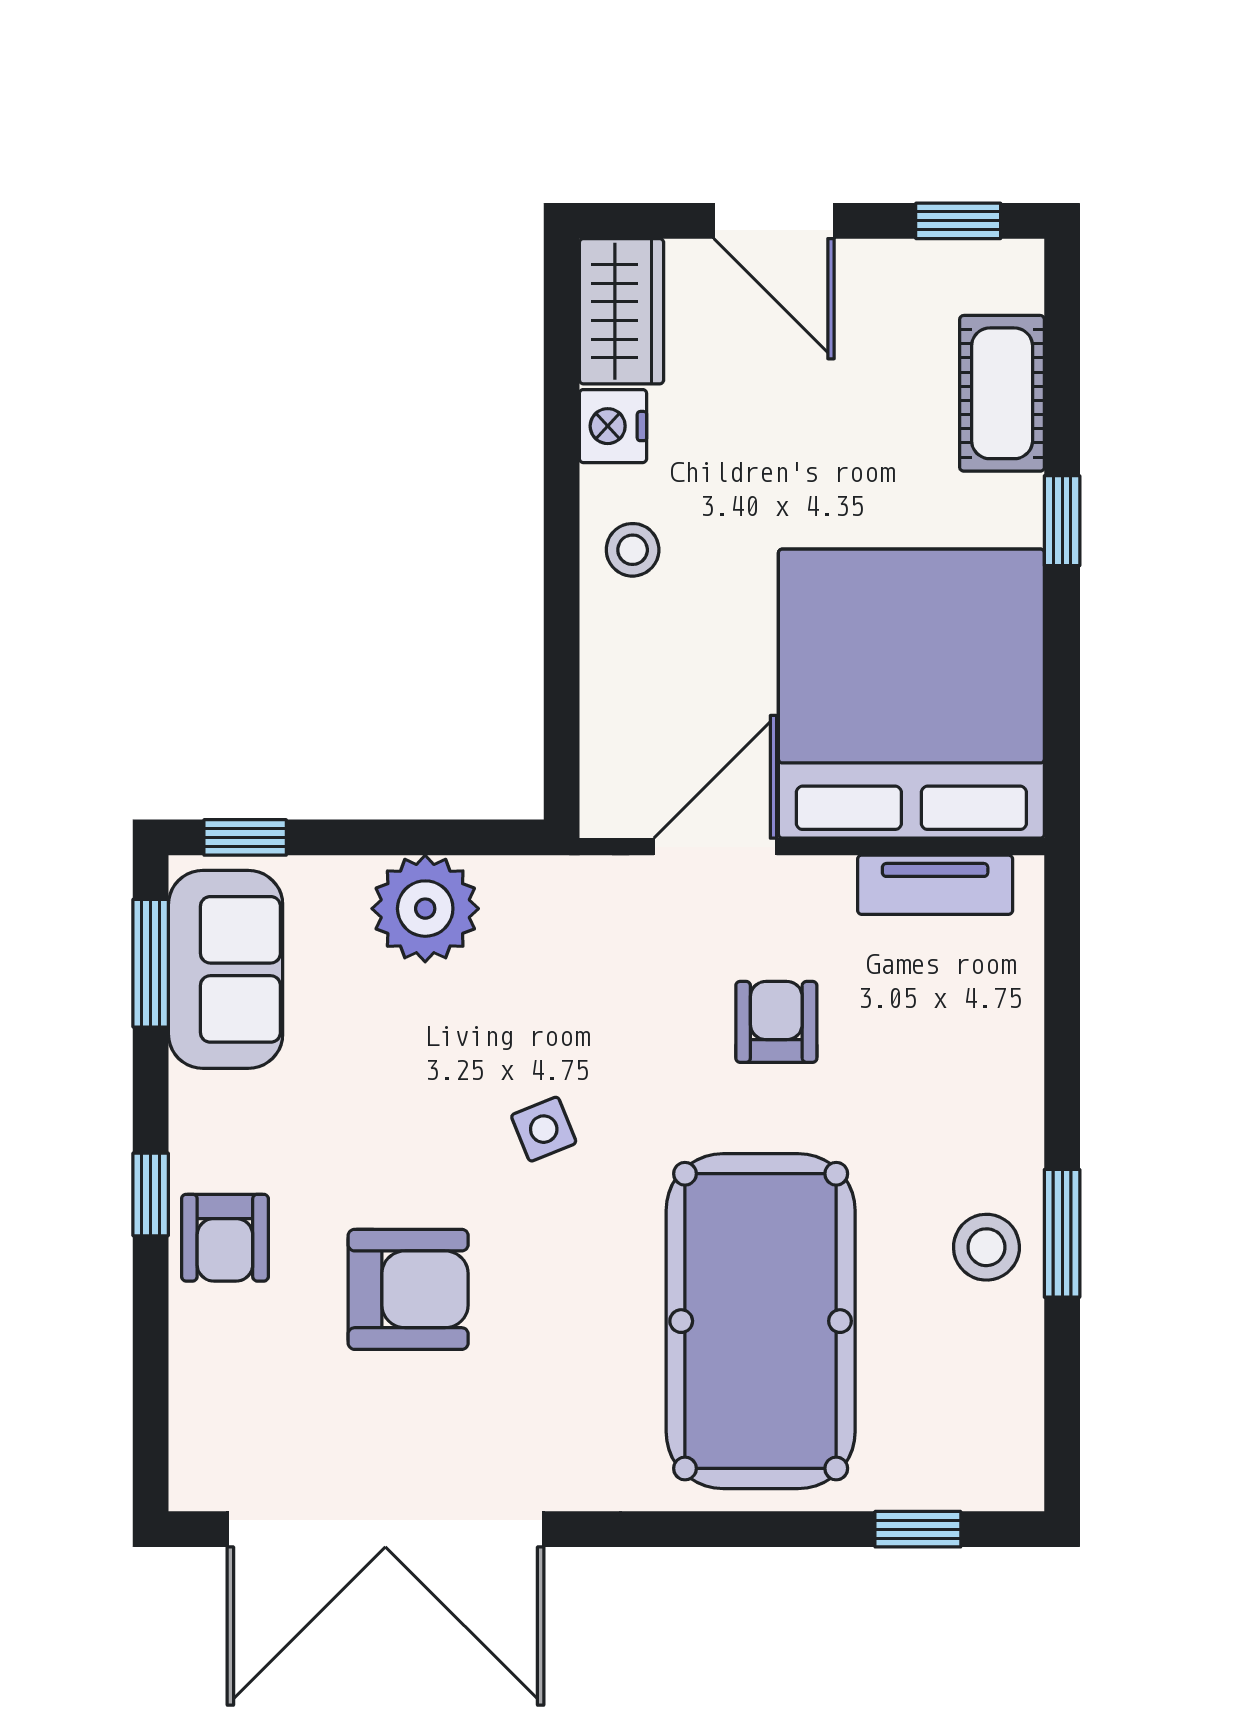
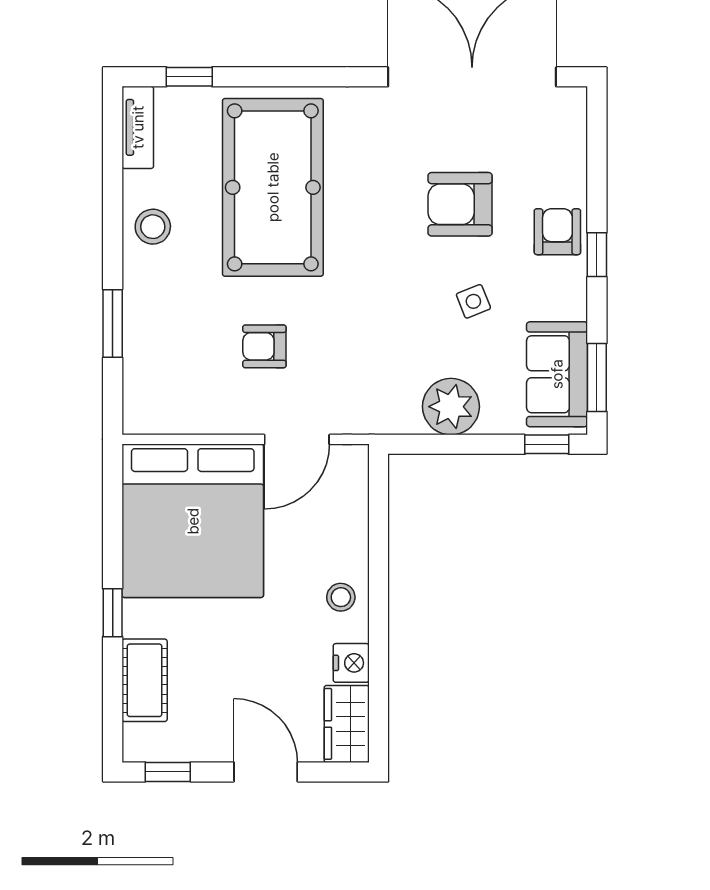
tv unit: (935, 885) -> (138, 127), moved, turned 90
armchair: (776, 1022) -> (264, 346), turned 90
side table: (544, 1129) -> (473, 301), moved
window: (1062, 1233) -> (113, 324), moved

